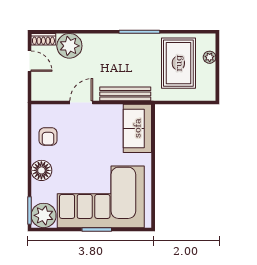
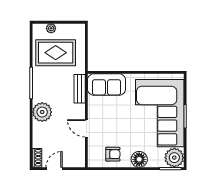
plant: (69, 46) -> (42, 112), moved
bench: (125, 94) -> (80, 89), width x0.73

